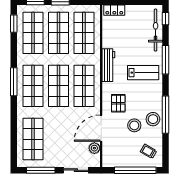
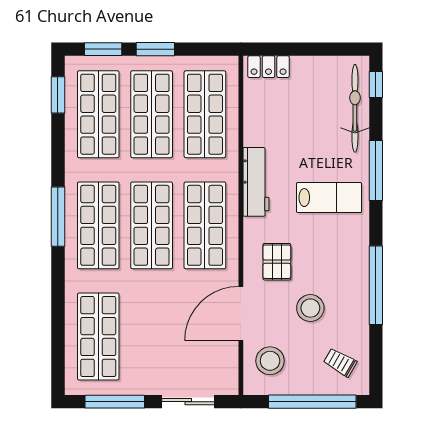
stool: (153, 119) -> (270, 361), moved
plant: (94, 148) -> (227, 355), removed

